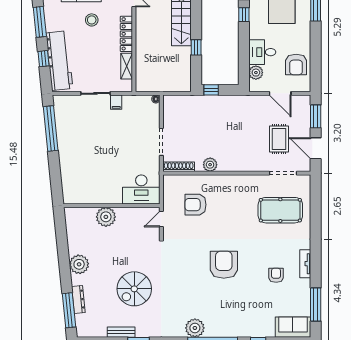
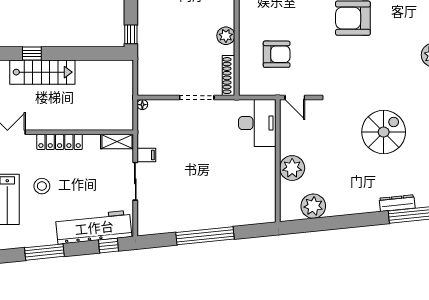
window: (196, 47) -> (32, 53), moved
window: (44, 59) -> (109, 246), moved
shelving: (127, 66) -> (117, 142), moved
window: (51, 128) -> (205, 236), moved
armchair: (195, 205) -> (277, 54), turned -90
plant: (79, 264) -> (313, 206), moved
spiral stairs: (134, 289) -> (384, 132), turned -90

